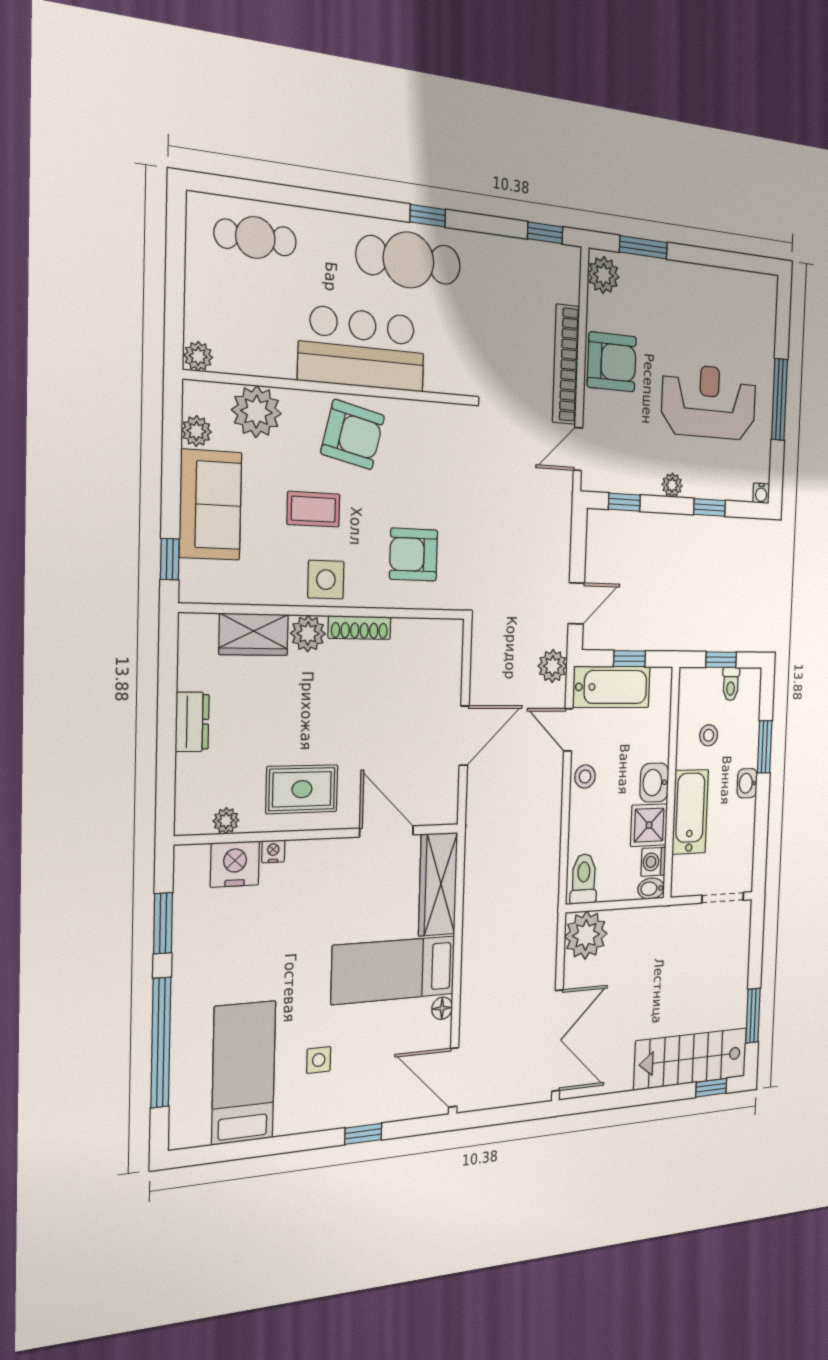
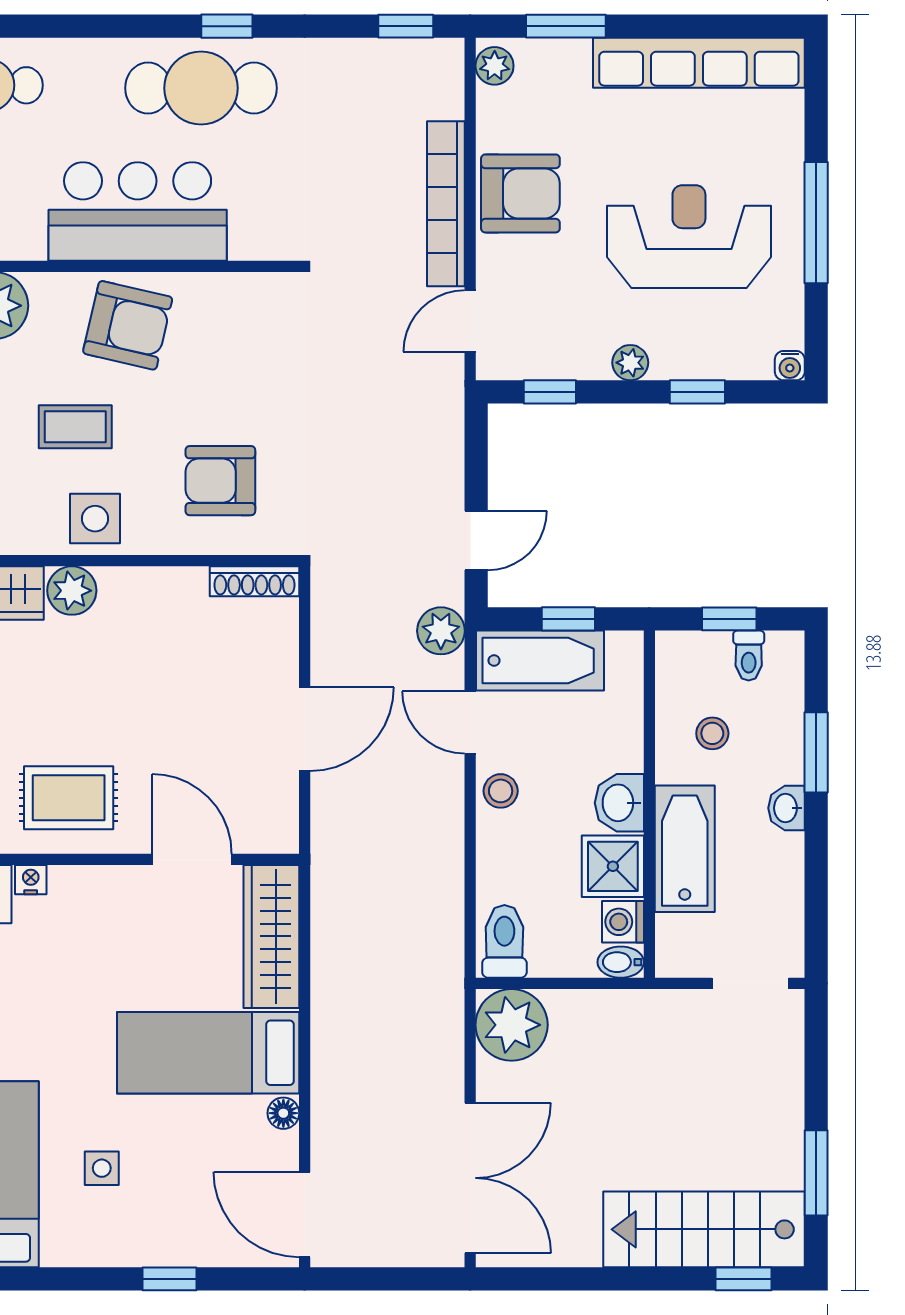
plant: (603, 275) -> (495, 66), width x0.73, depth x0.73
row of seats: (719, 284) -> (699, 63), added
shoe rack: (360, 628) -> (255, 581), moved

